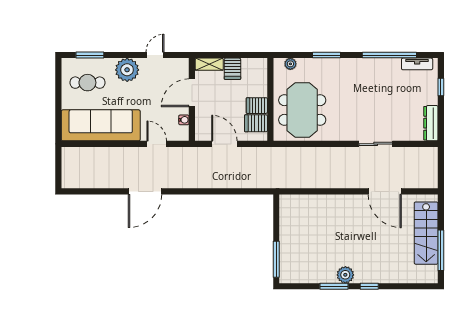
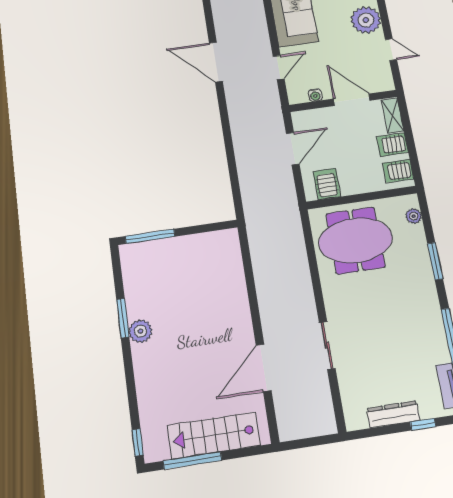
server rack: (257, 106) -> (398, 171), moved, turned -90
dresser: (431, 123) -> (393, 414), moved
window: (369, 286) -> (138, 442), moved

